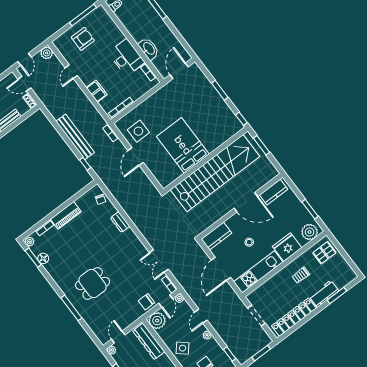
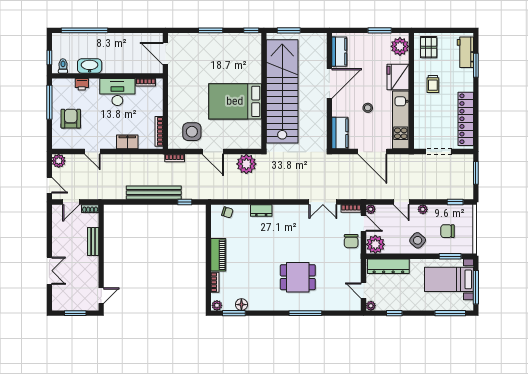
printer: (113, 28) -> (82, 84), added
washbasin: (149, 49) -> (90, 66), moved
plant: (145, 187) -> (246, 164), added
dining table: (93, 283) -> (298, 277), turned 90
workbench: (324, 294) -> (465, 52), moved

